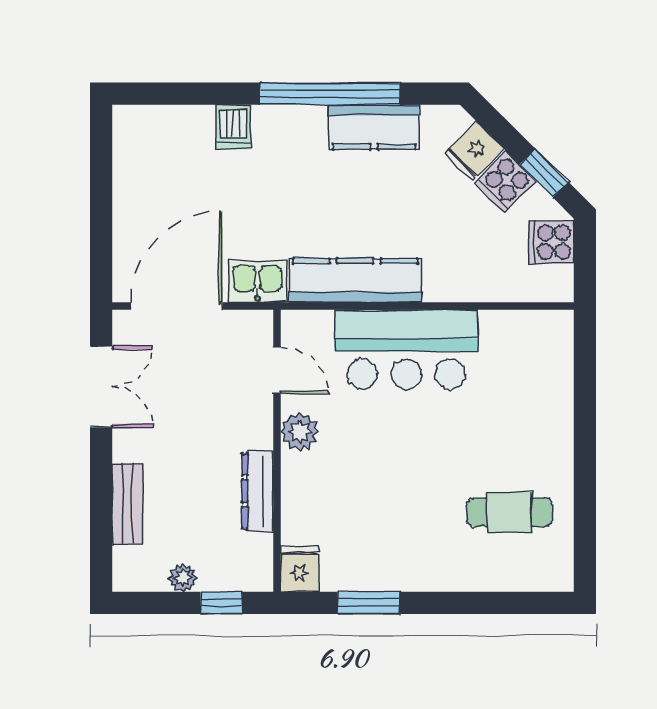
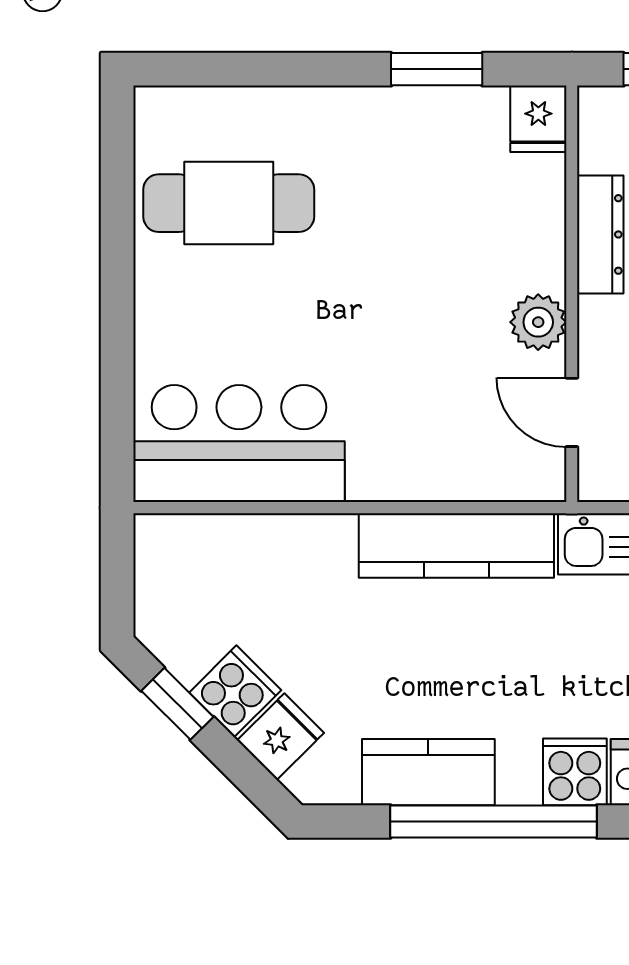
cooker: (551, 242) -> (575, 772), moved, turned -90
bar counter: (406, 349) -> (239, 444), moved
cafe table: (509, 512) -> (229, 203), width x1.37, depth x1.35

